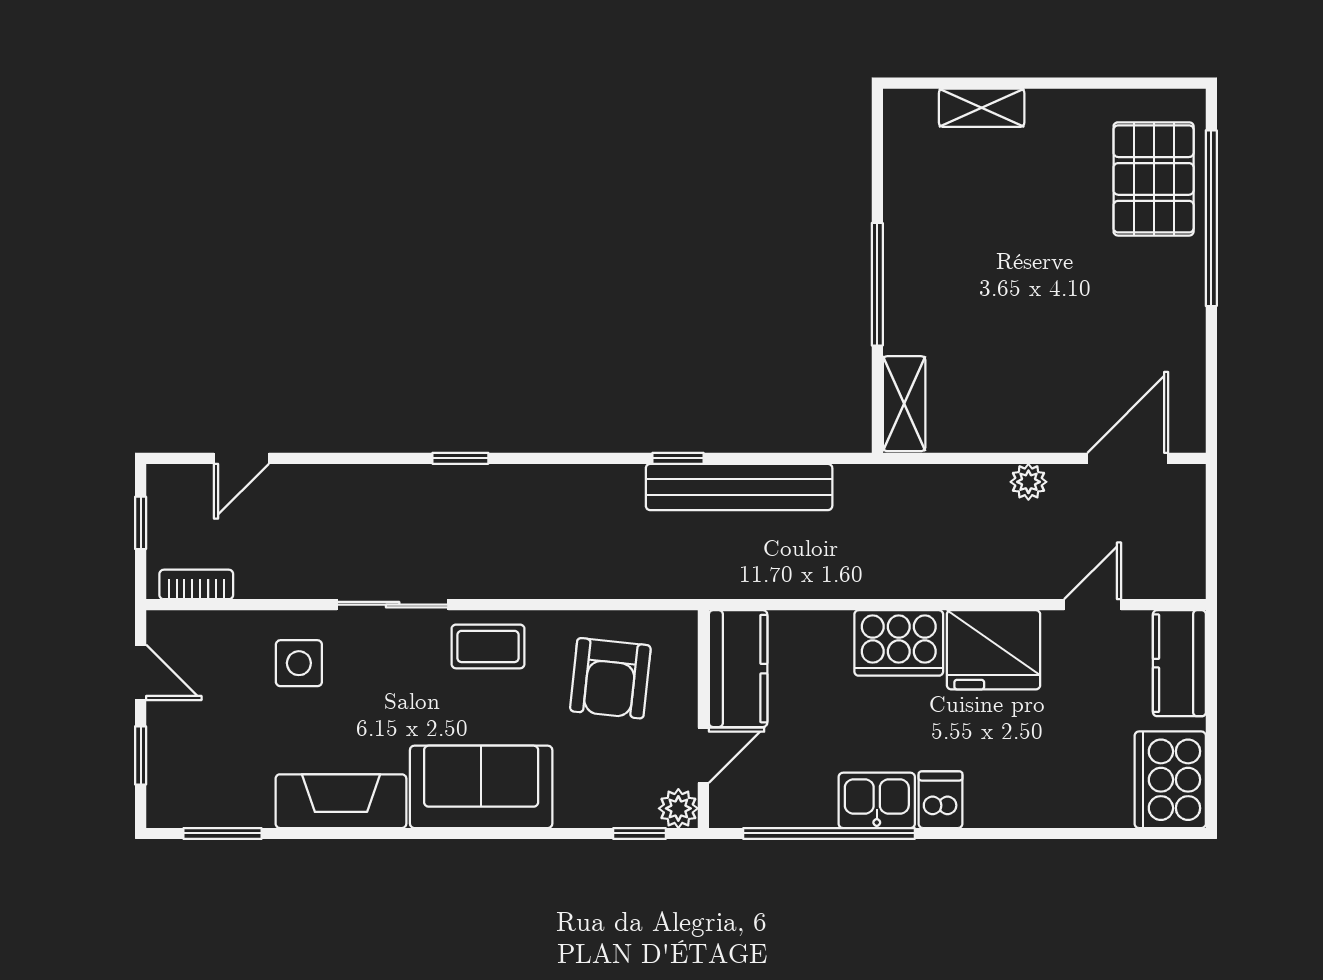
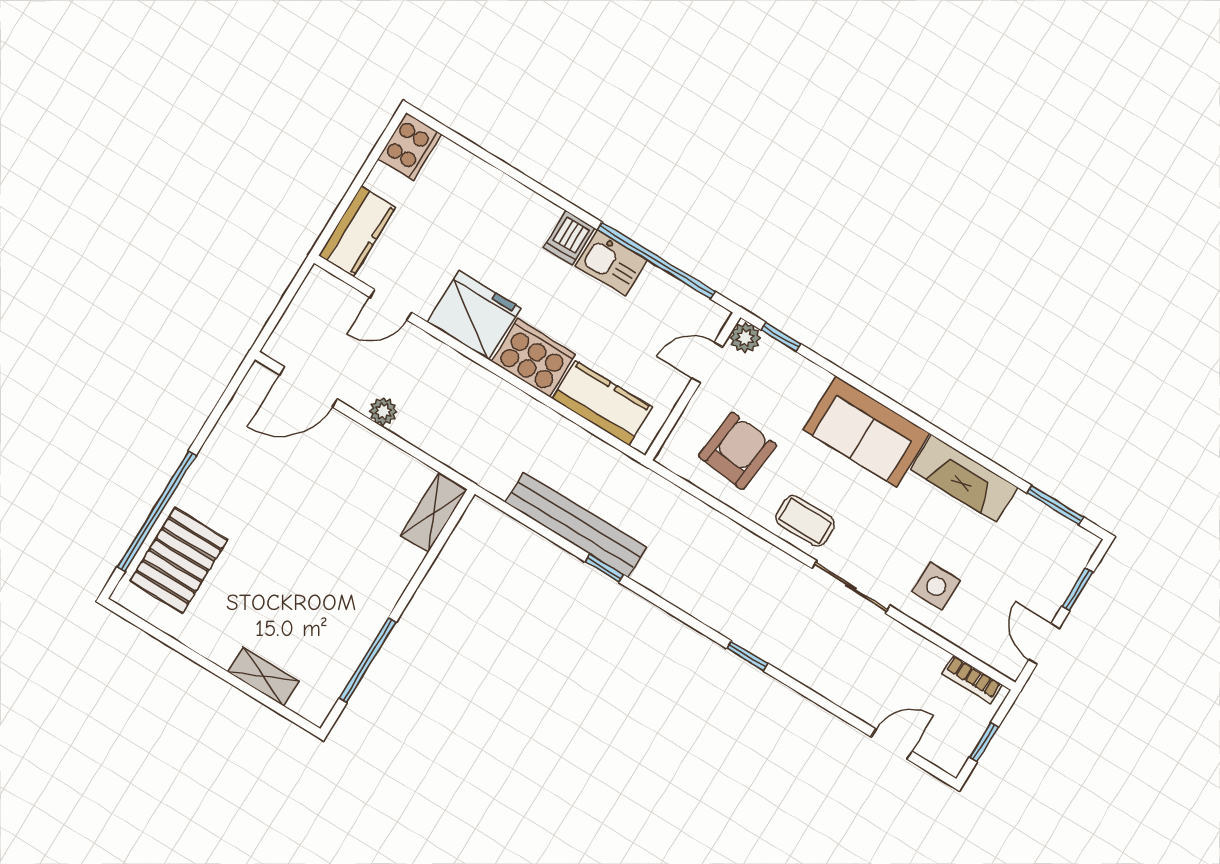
window: (877, 284) -> (368, 660), moved
kitchen counter: (738, 669) -> (602, 403), moved, turned 90
cooker: (1170, 780) -> (410, 146), width x0.73, depth x0.76

